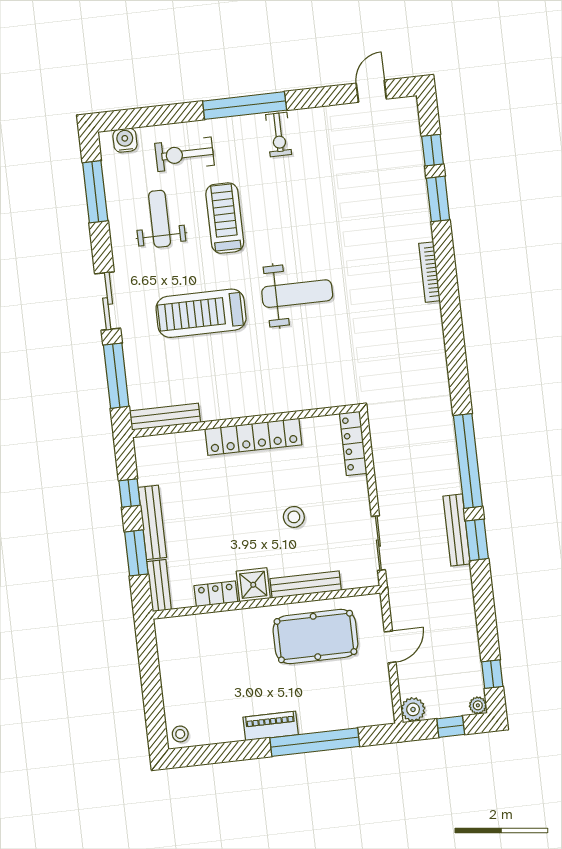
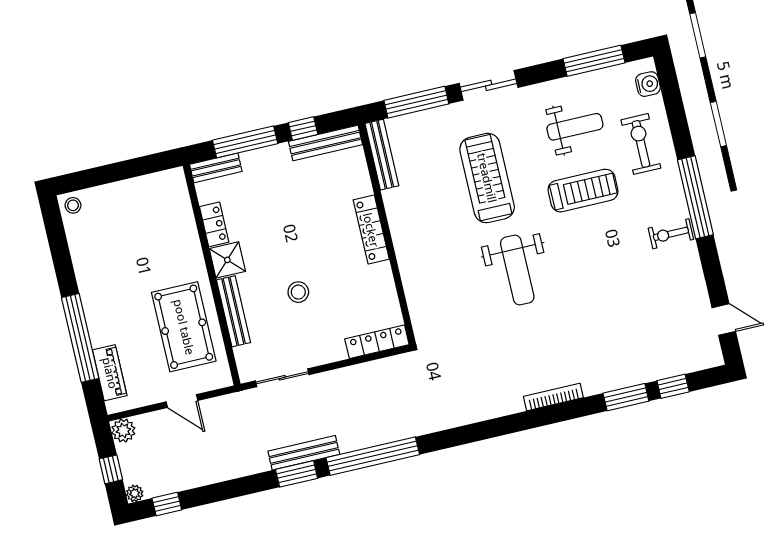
locker: (253, 437) -> (371, 230), width x0.71, depth x0.83
bench: (152, 522) -> (325, 143), moved
window: (136, 553) -> (245, 142), width x1.44
piano: (271, 726) -> (110, 373), moved

